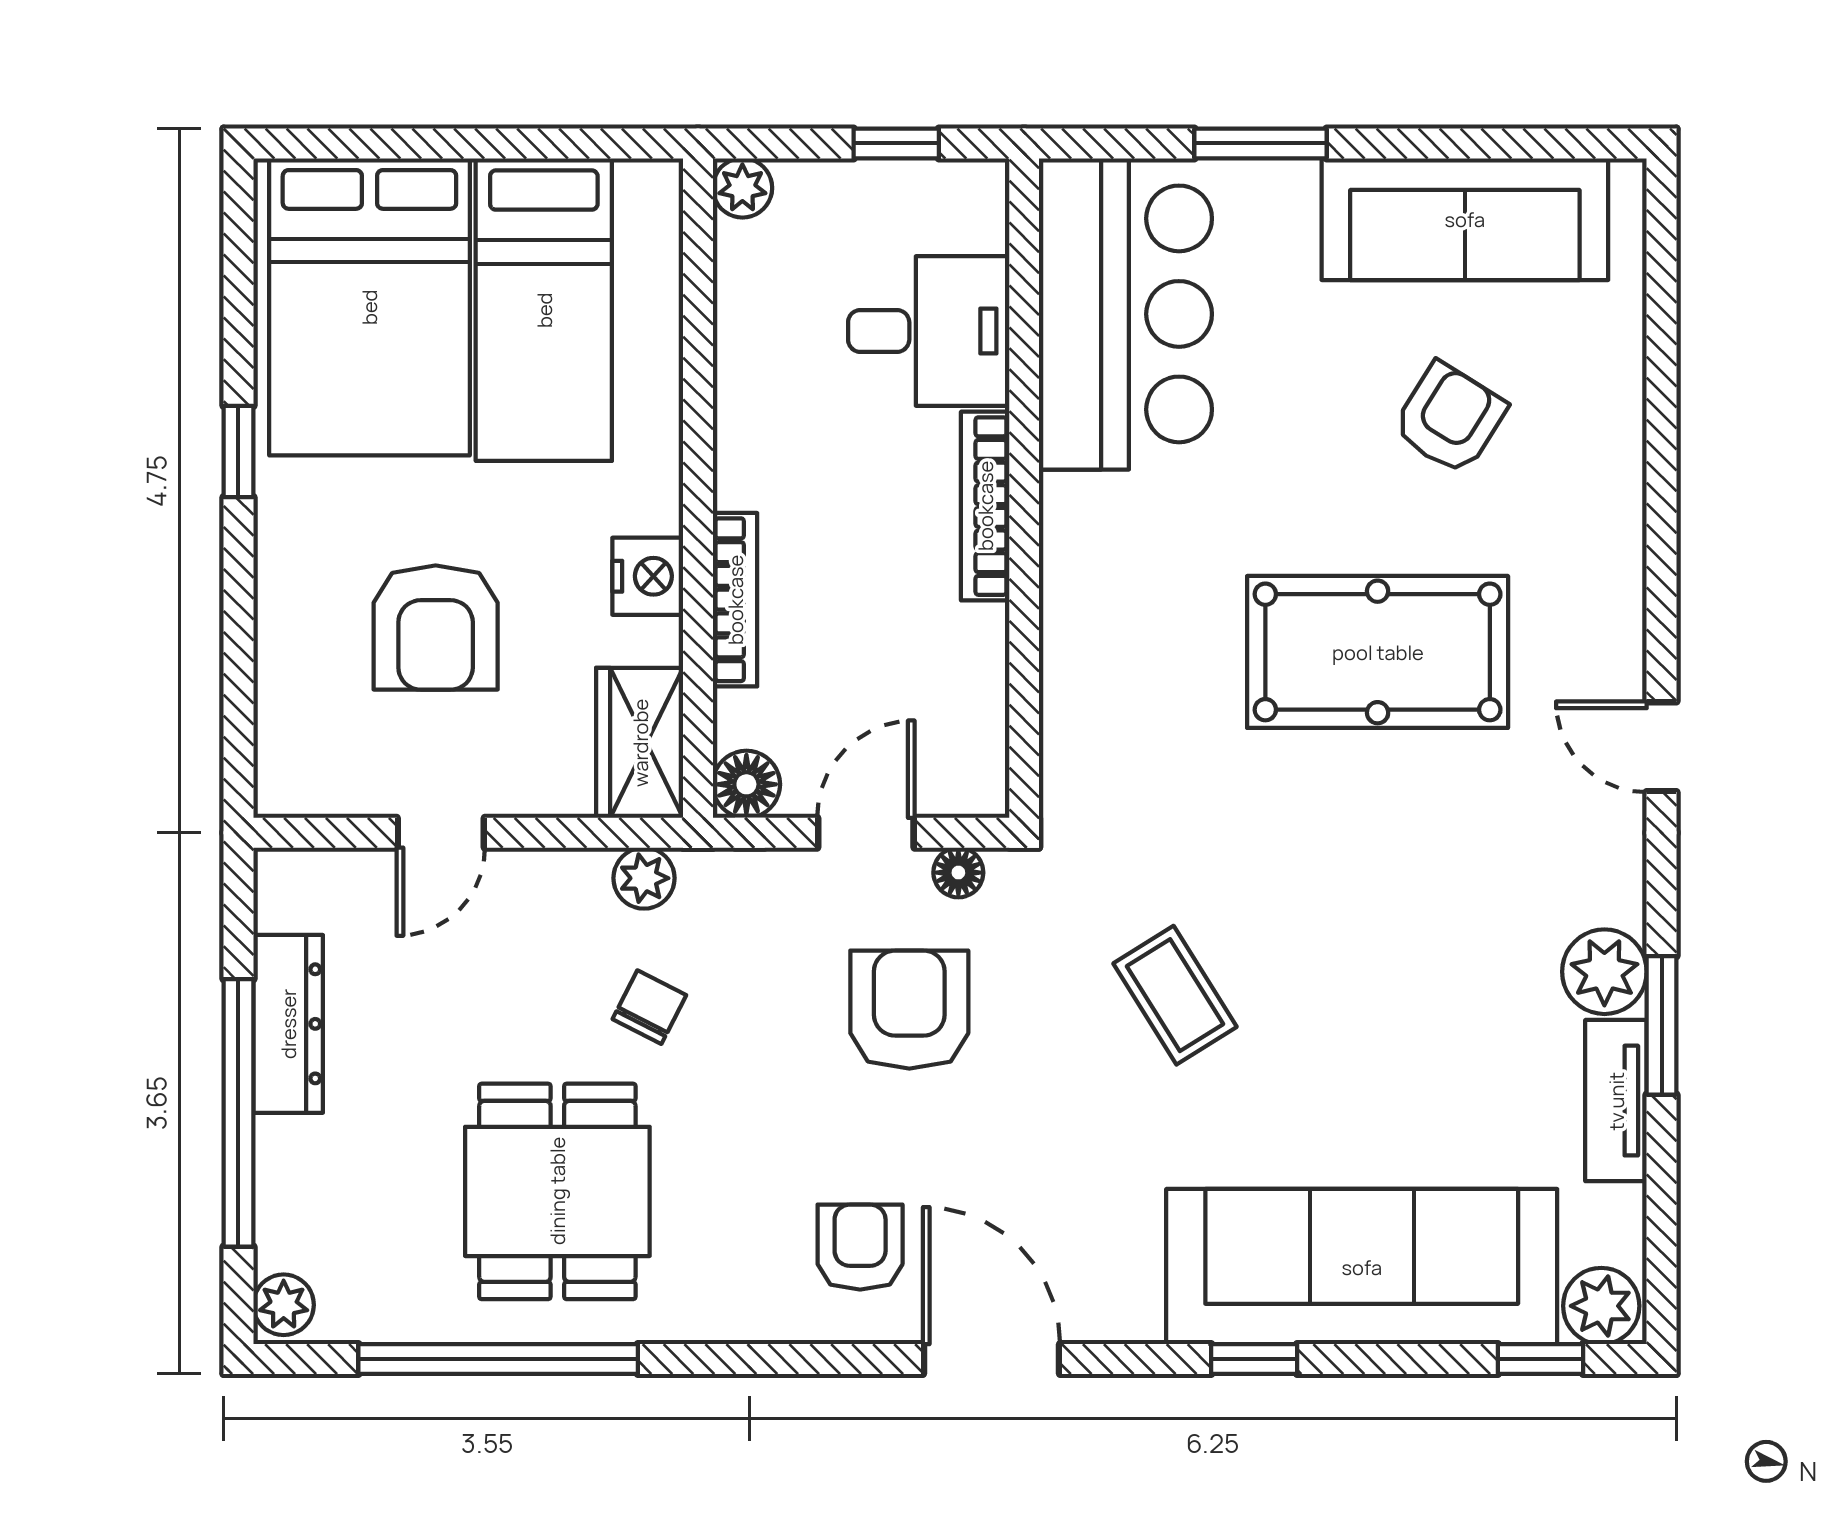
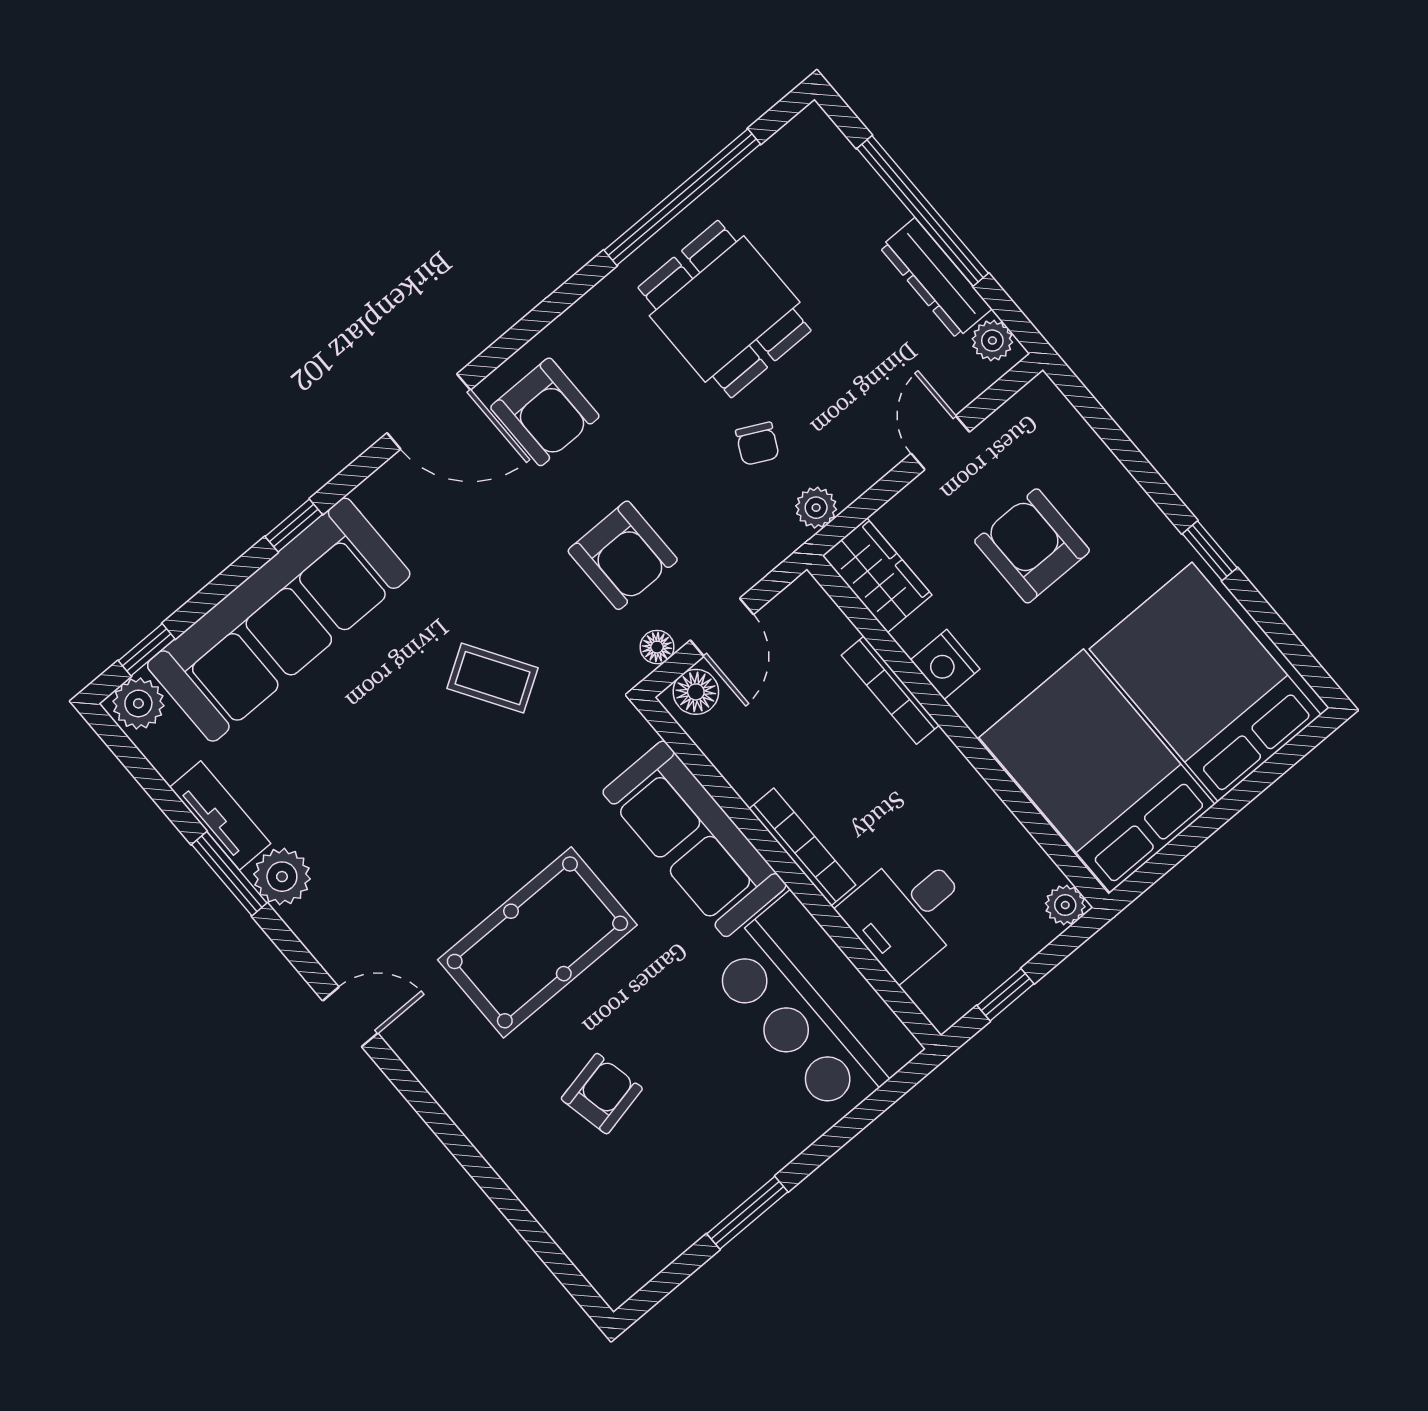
window: (1260, 143) -> (747, 1213), moved
sofa: (1465, 219) -> (694, 839), moved, turned -90
bed: (544, 310) -> (1097, 771), width x1.50
armchair: (1449, 418) -> (602, 1094), turned -134
floor lamp: (746, 784) -> (696, 692), moved
armchair: (860, 1247) -> (545, 412), width x1.38, depth x1.38
plant: (284, 1305) -> (992, 341), moved

